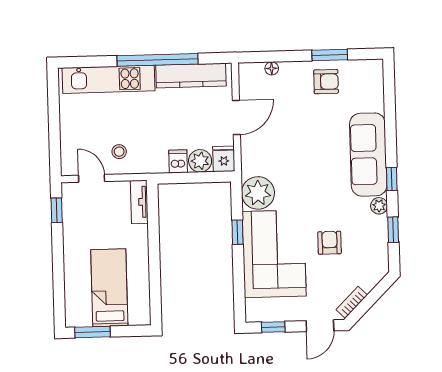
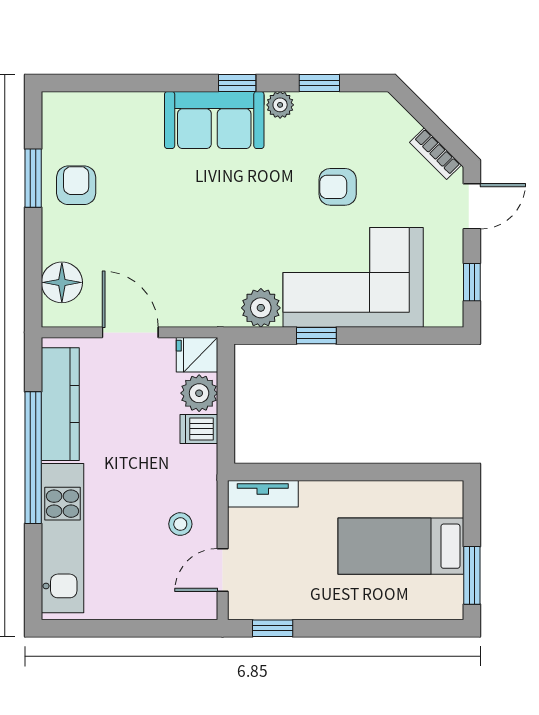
floor lamp: (272, 68) -> (62, 282), width x1.89, depth x1.89
sofa: (368, 155) -> (214, 120), width x0.73
plant: (258, 193) -> (261, 308), width x0.73, depth x0.73
door: (320, 326) -> (472, 206), hinge flipped

